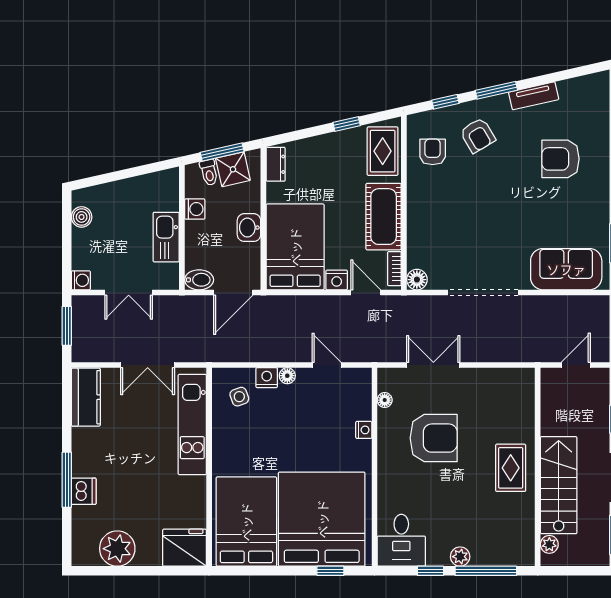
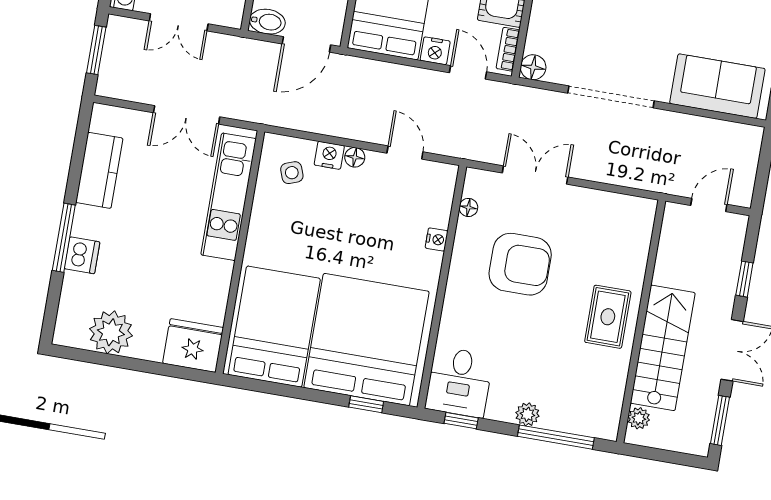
kitchen counter: (86, 397) -> (99, 170), moved
window: (430, 571) -> (461, 421), moved

